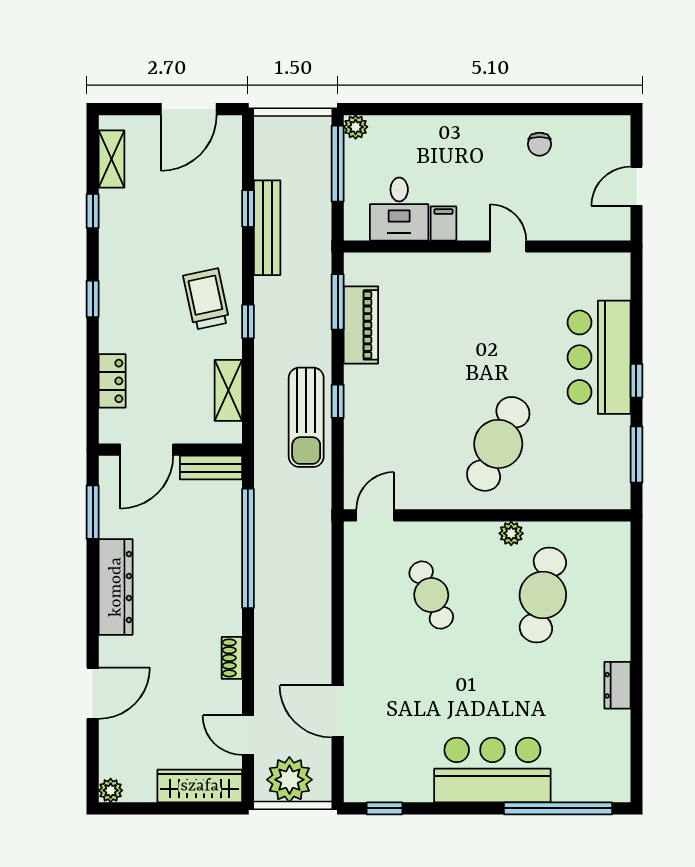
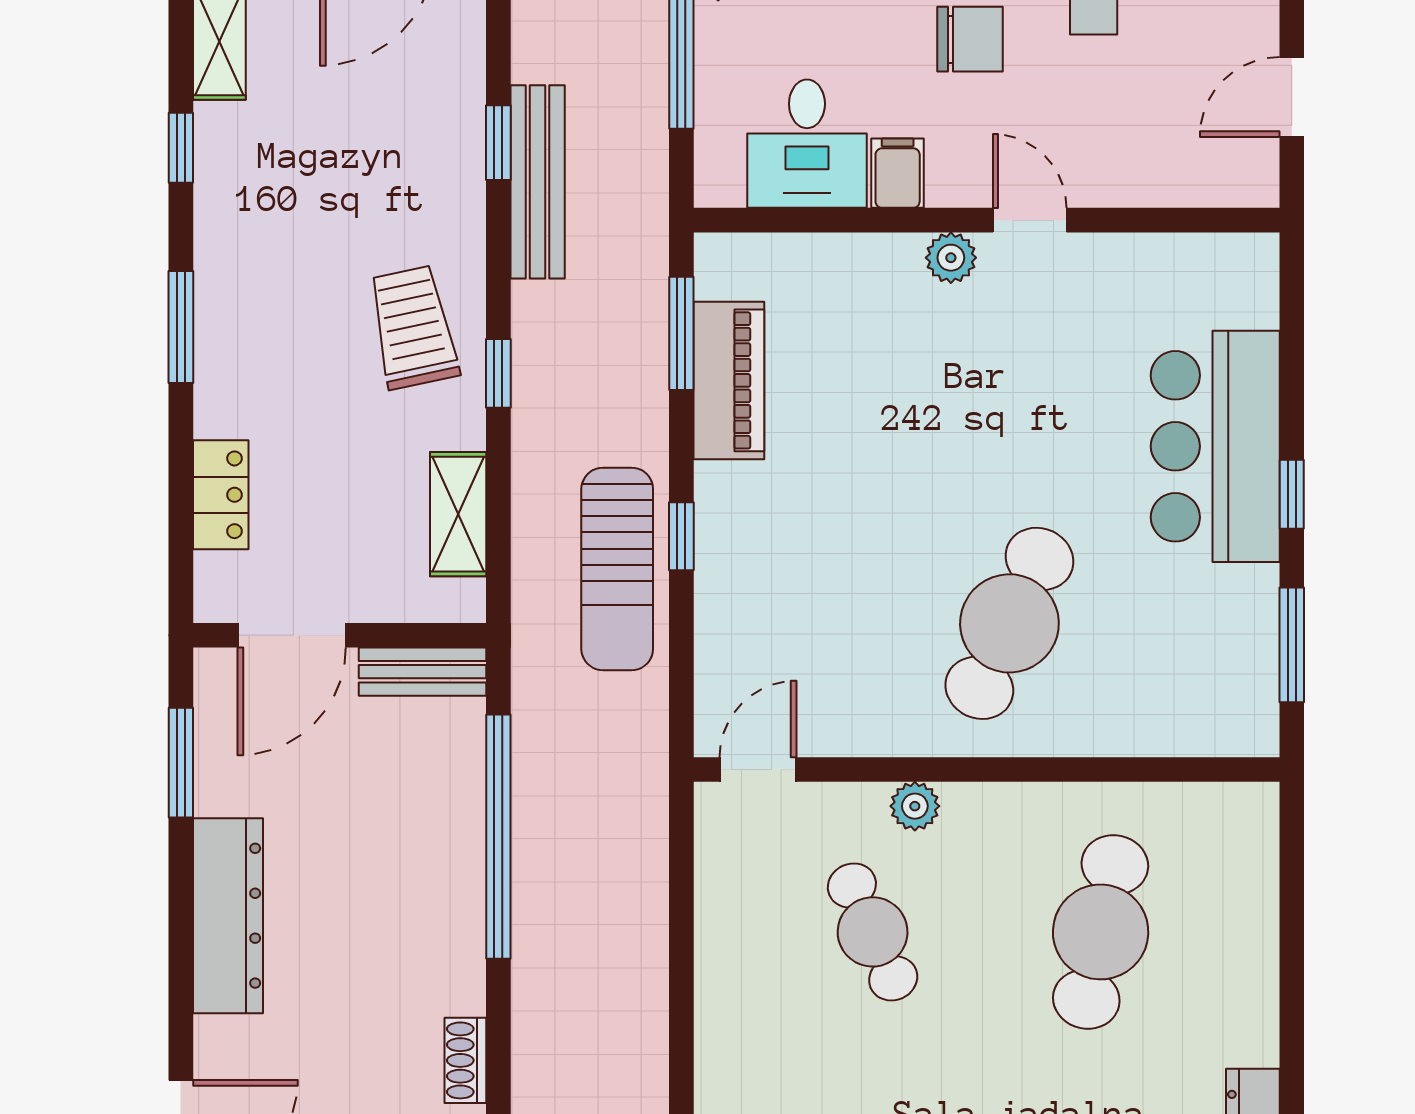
chair: (479, 158) -> (970, 39), added
plant: (470, 265) -> (951, 258), added
window: (93, 299) -> (181, 327), width x1.50
plant: (511, 533) -> (915, 806), moved

